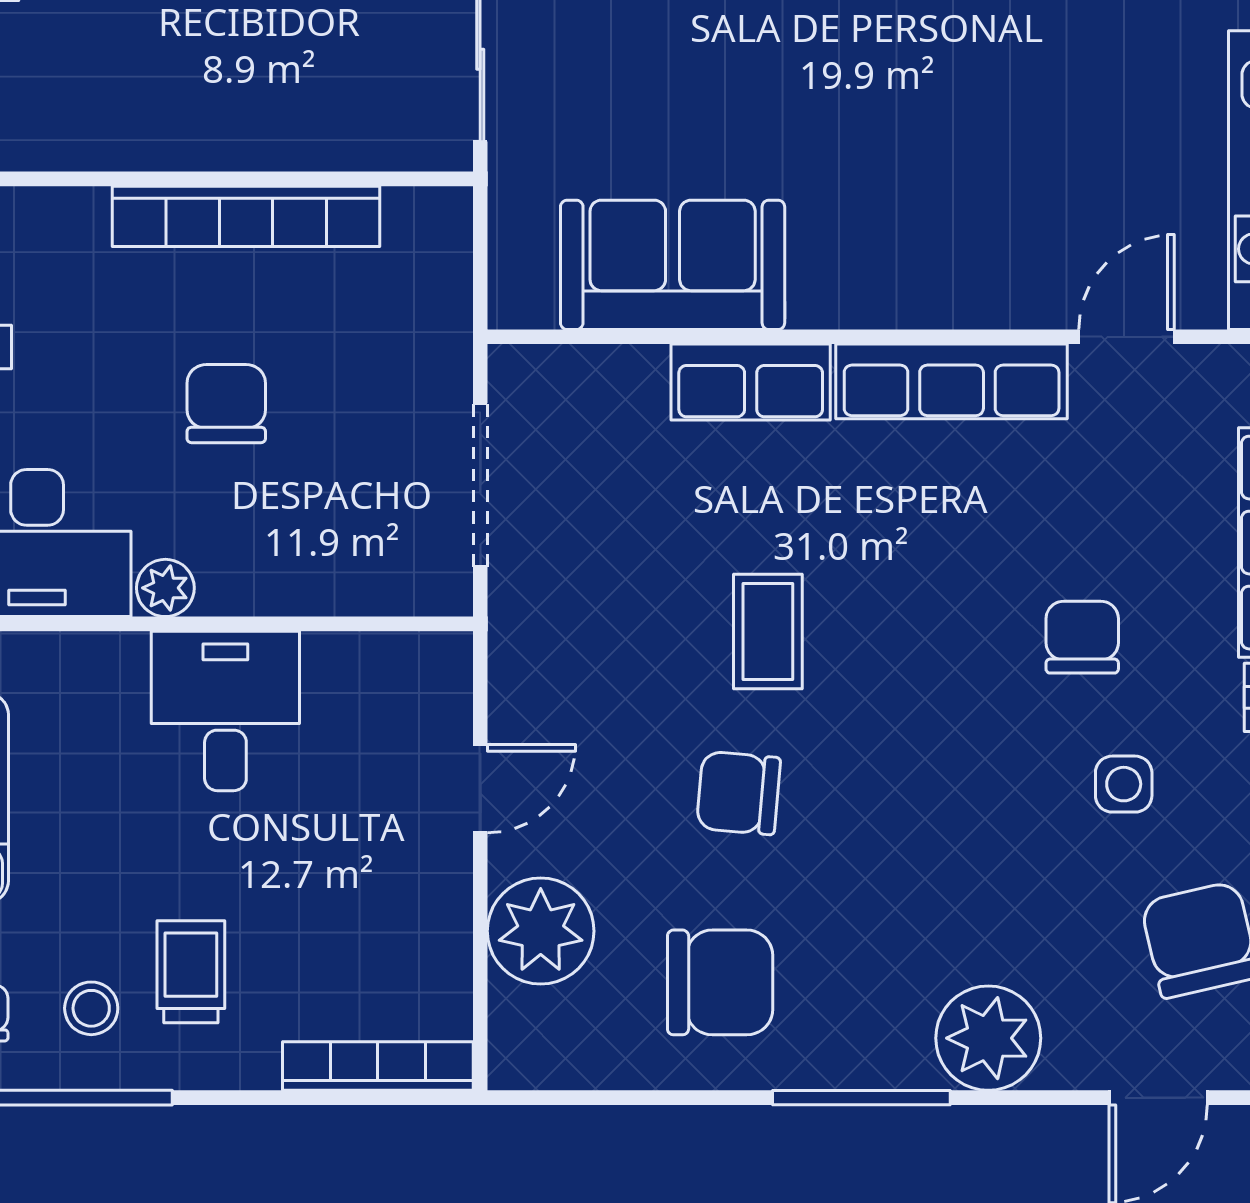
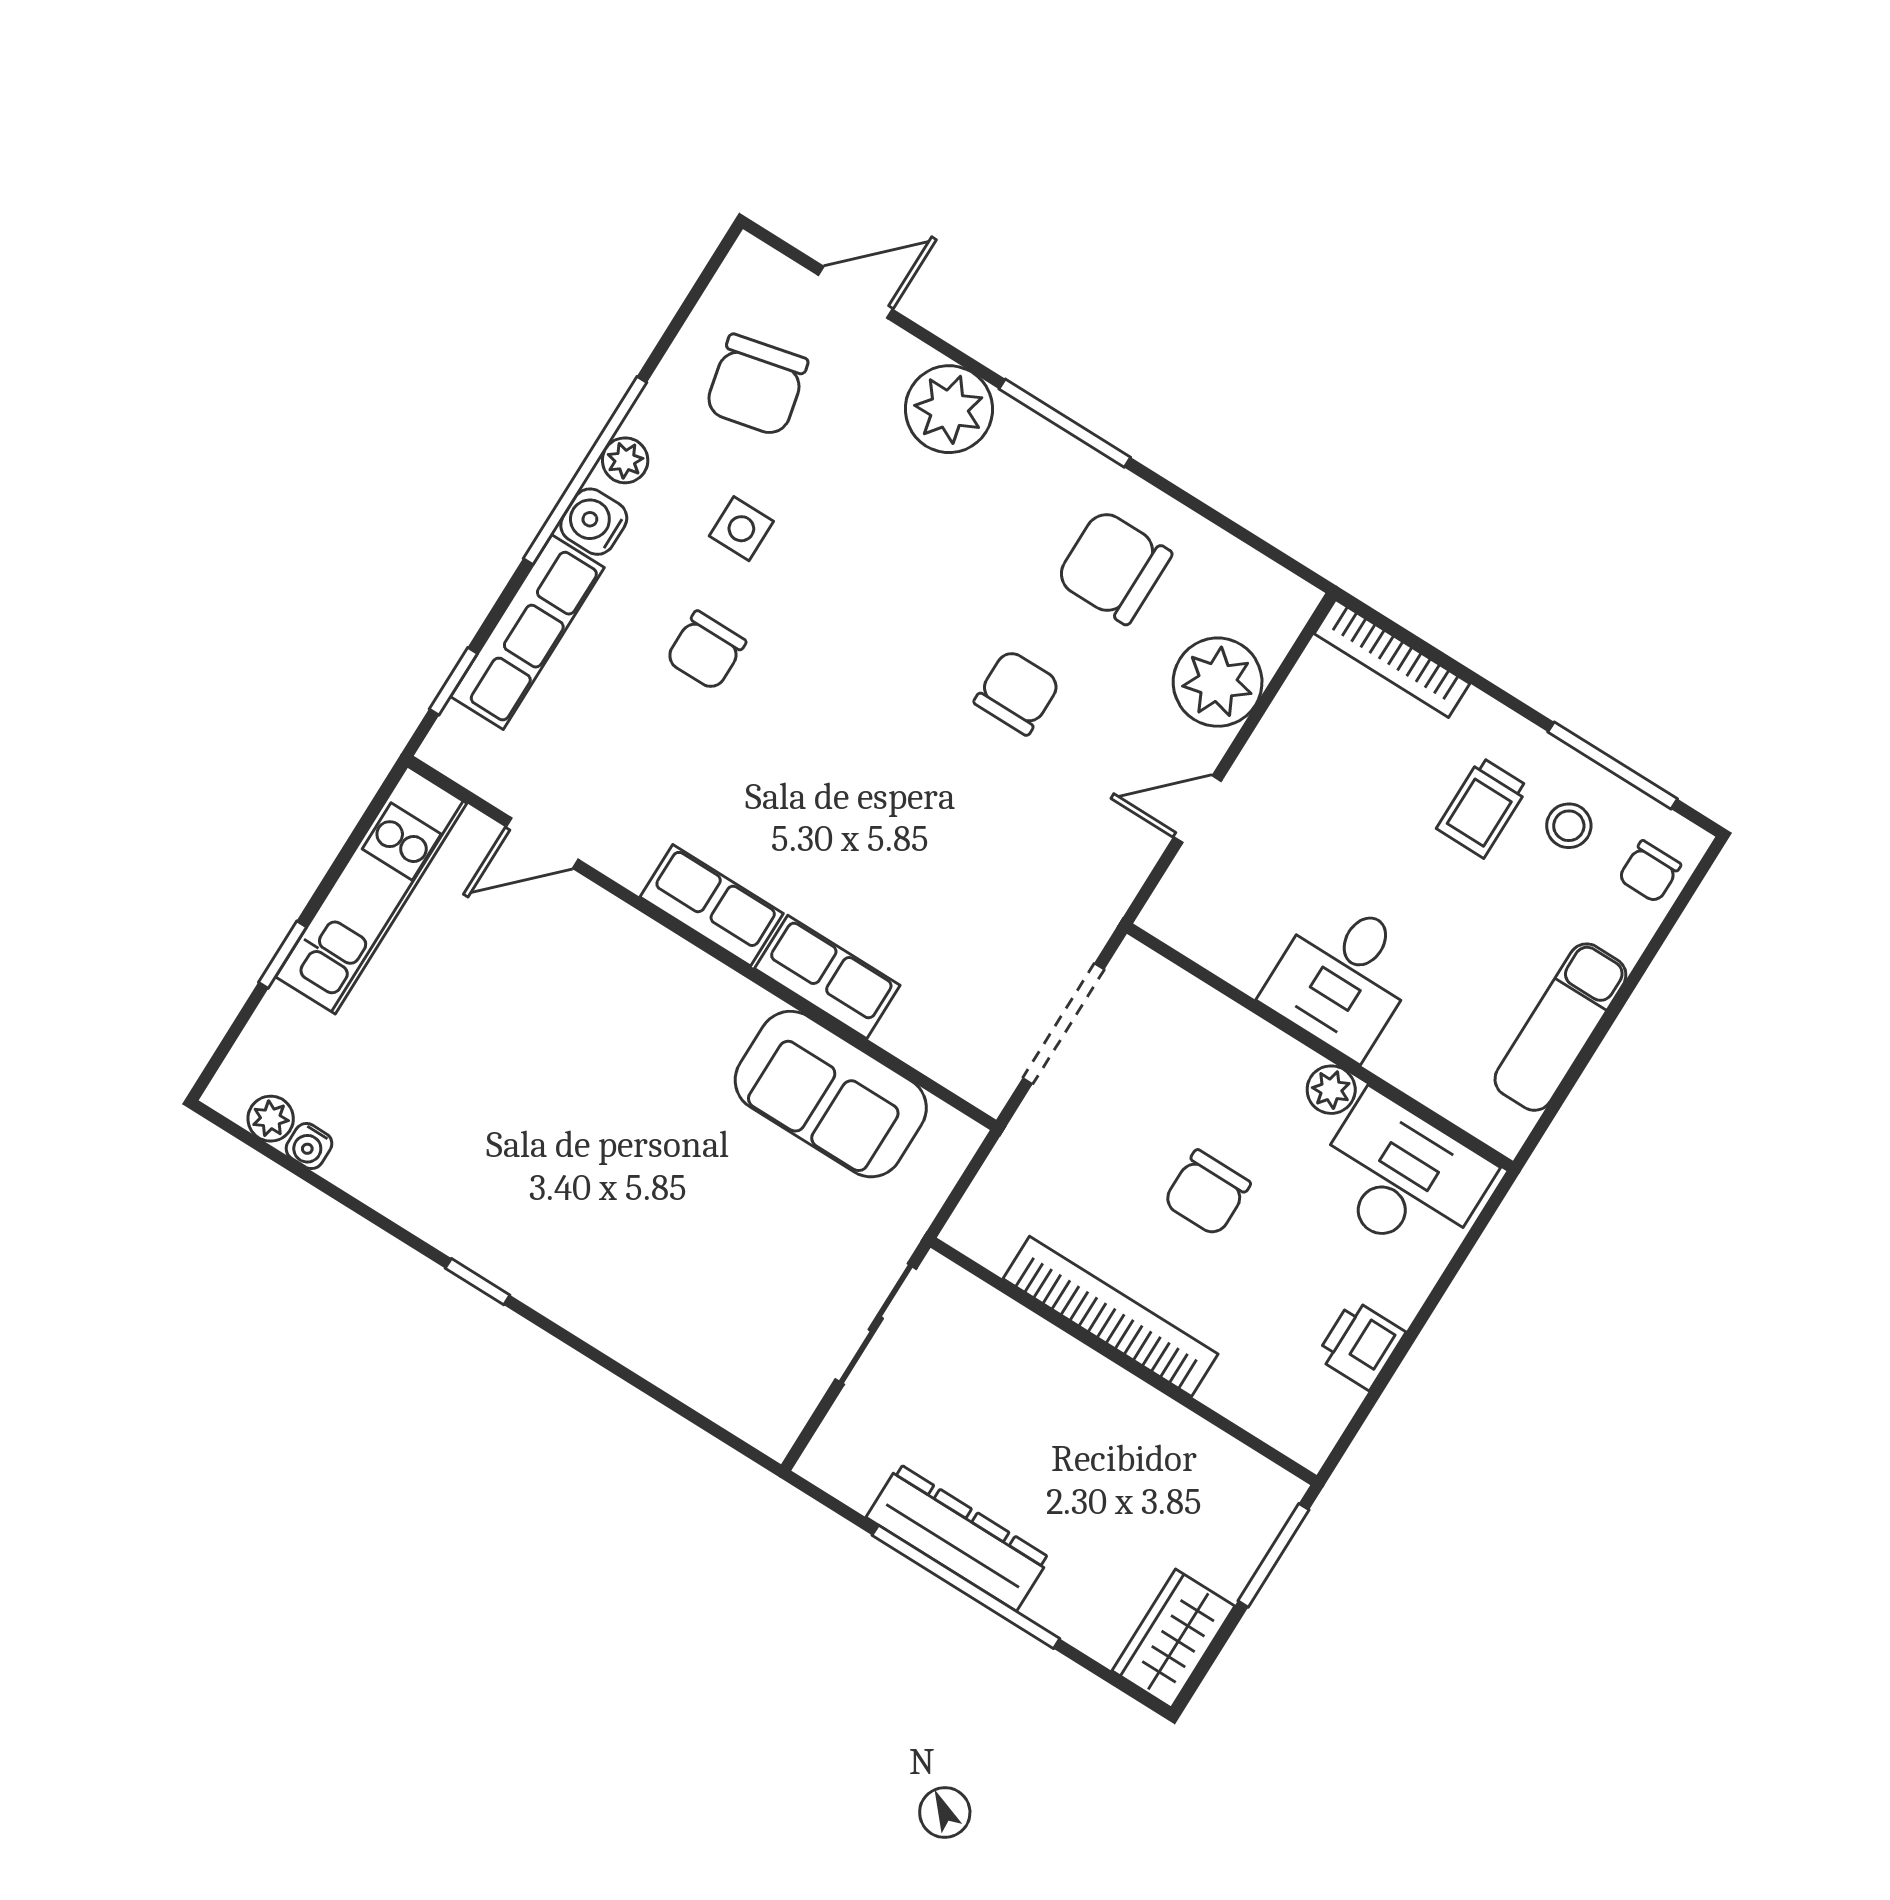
row of seats: (952, 381) -> (712, 905), width x0.68
coffee table: (768, 632) -> (925, 793), removed
chair: (738, 793) -> (1017, 692), turned -95

